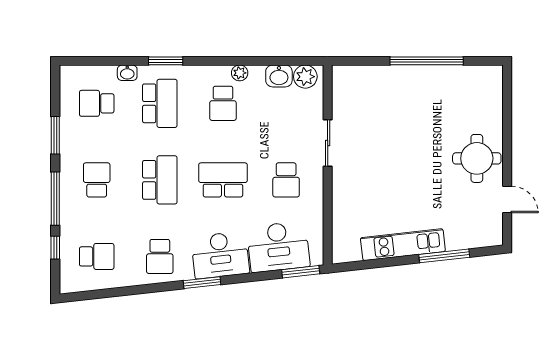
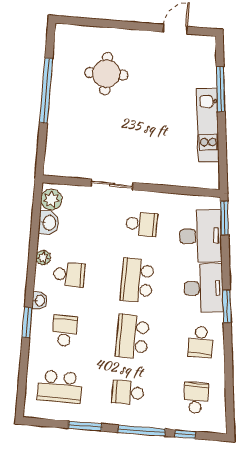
washbasin: (127, 73) -> (40, 300), moved
school desk: (97, 103) -> (60, 387), width x1.85
school desk: (160, 103) -> (64, 331), width x0.54
round table: (477, 158) -> (106, 74), moved
school desk: (160, 180) -> (132, 336), turned -90
school desk: (160, 256) -> (200, 342), turned 90

